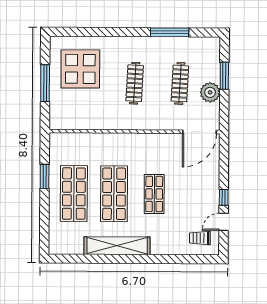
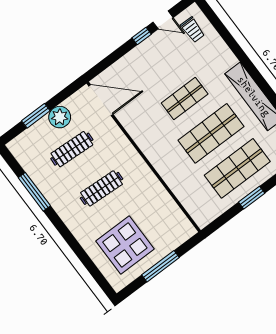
window: (45, 176) -> (252, 198), moved

